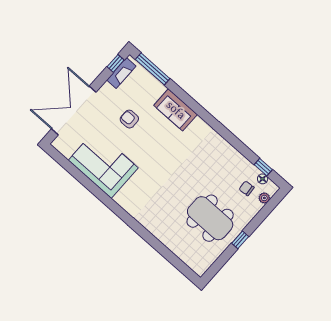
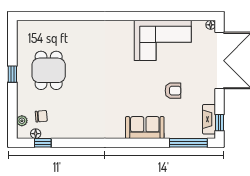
floor lamp: (56, 144) -> (211, 25), added
dining table: (210, 218) -> (49, 70), width x0.73

